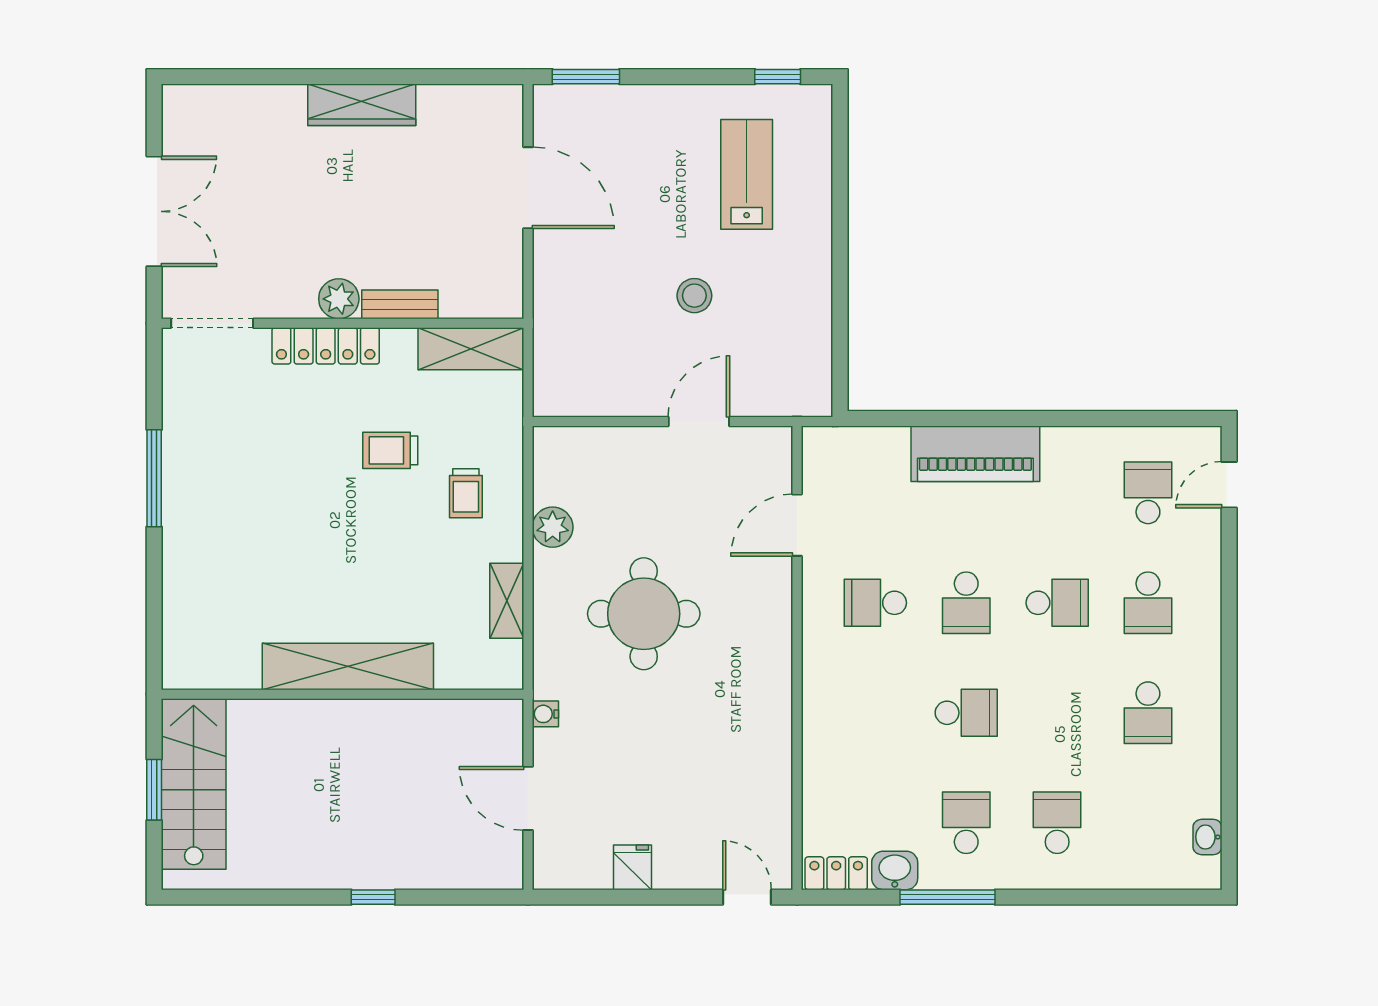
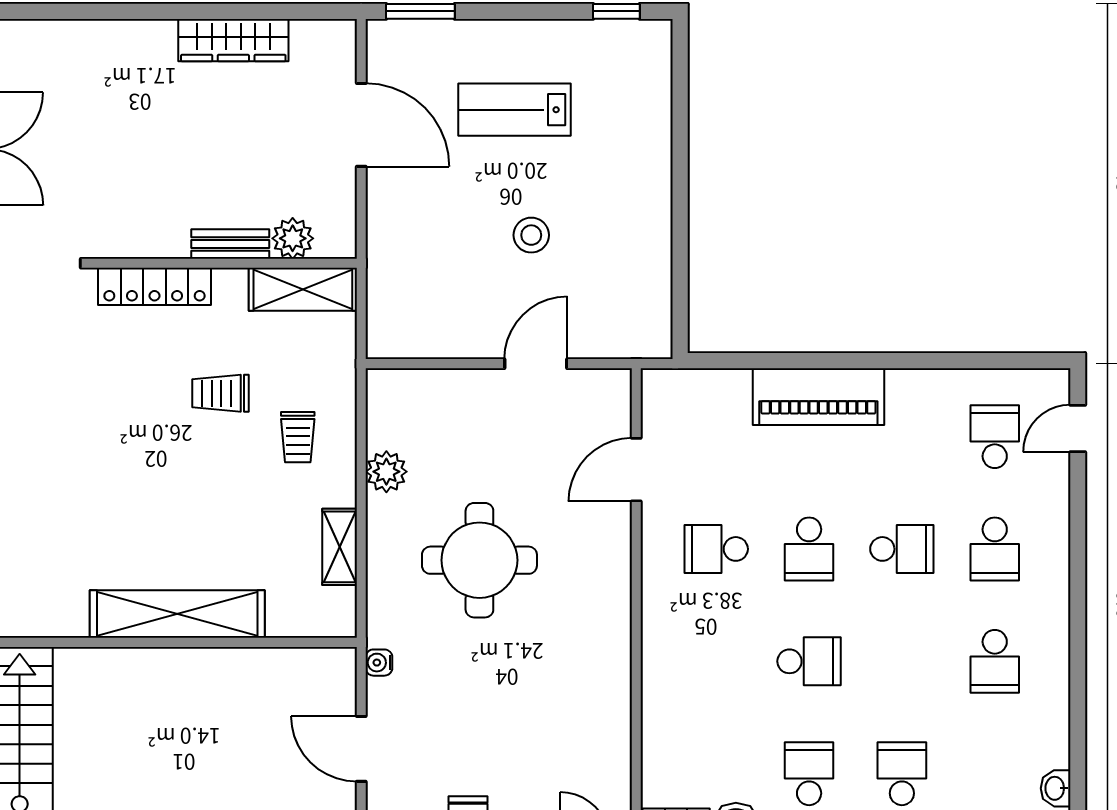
wardrobe: (362, 105) -> (233, 40), moved
lab bench: (747, 174) -> (515, 110), moved, turned -90
plant: (339, 299) -> (293, 238), moved

